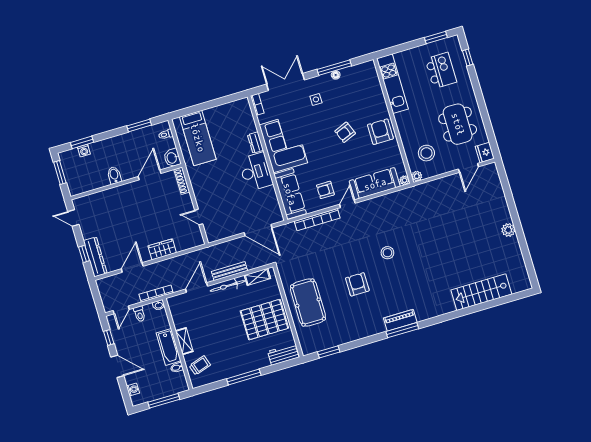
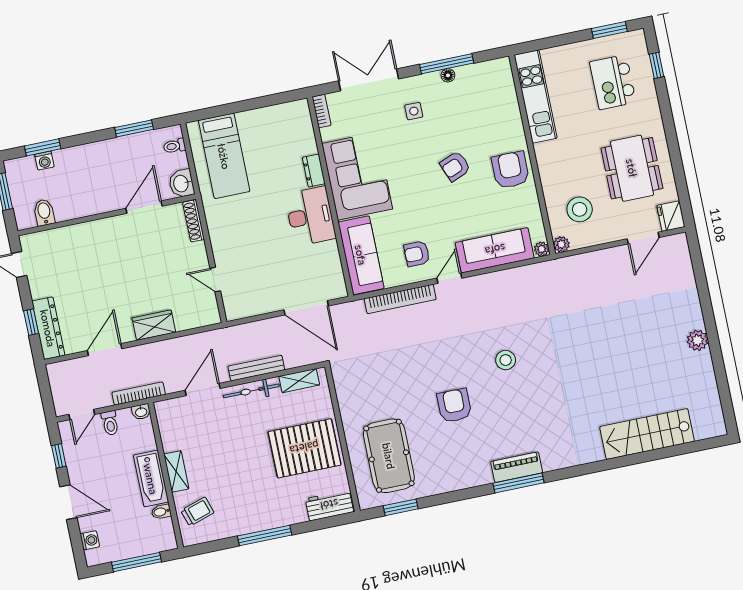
kitchen island: (441, 70) -> (613, 82), turned 180
bidet: (114, 175) -> (44, 212), moved
pool table: (308, 303) -> (389, 456), moved

